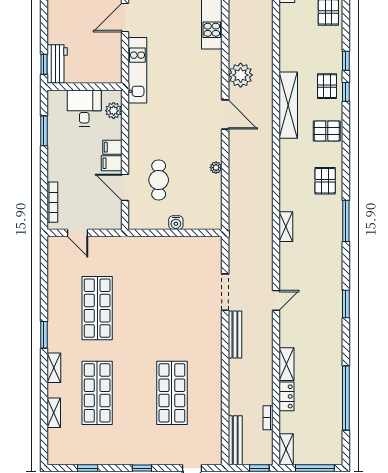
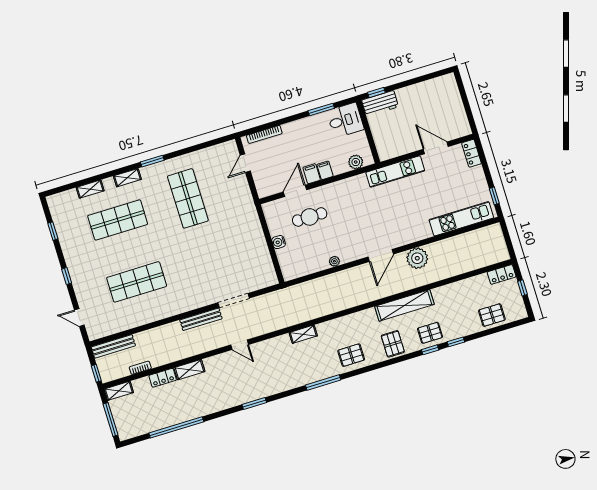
desk: (84, 108) -> (345, 120), moved
shop shelf: (97, 308) -> (188, 198), turned 90

